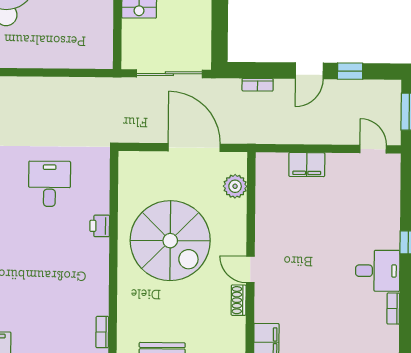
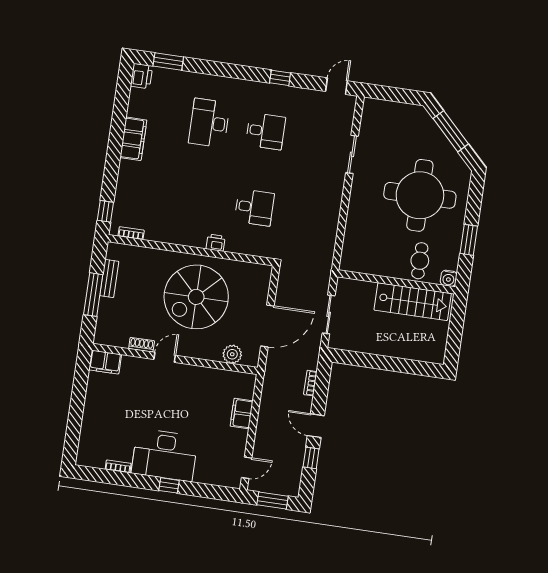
sliding door: (169, 74) -> (329, 314), width x0.73
desk: (378, 271) -> (165, 455), width x1.87, depth x1.30

